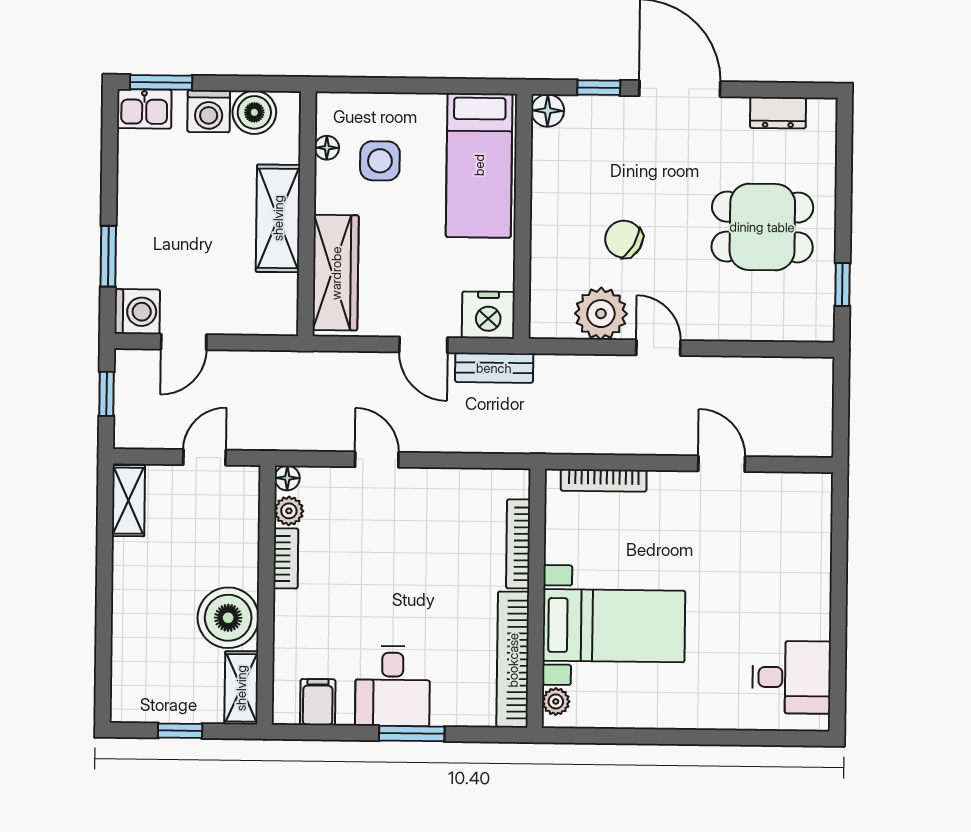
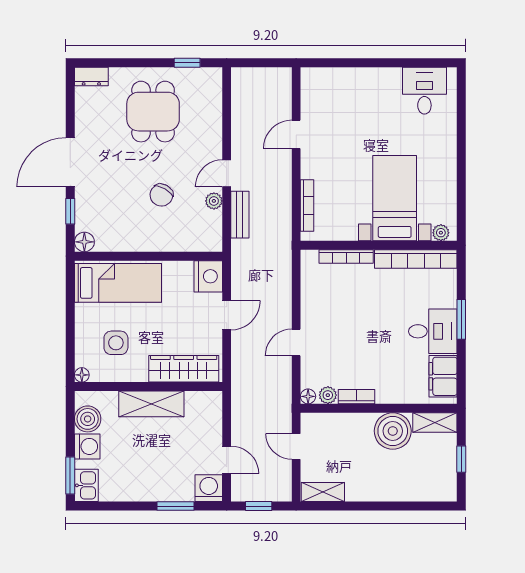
dresser: (778, 113) -> (91, 77), moved, turned 90
floor lamp: (327, 148) -> (82, 375), moved
plant: (601, 314) -> (214, 201), width x0.53, depth x0.53
bench: (494, 368) -> (240, 215), moved
filing cabinet: (318, 702) -> (443, 376), width x2.00

